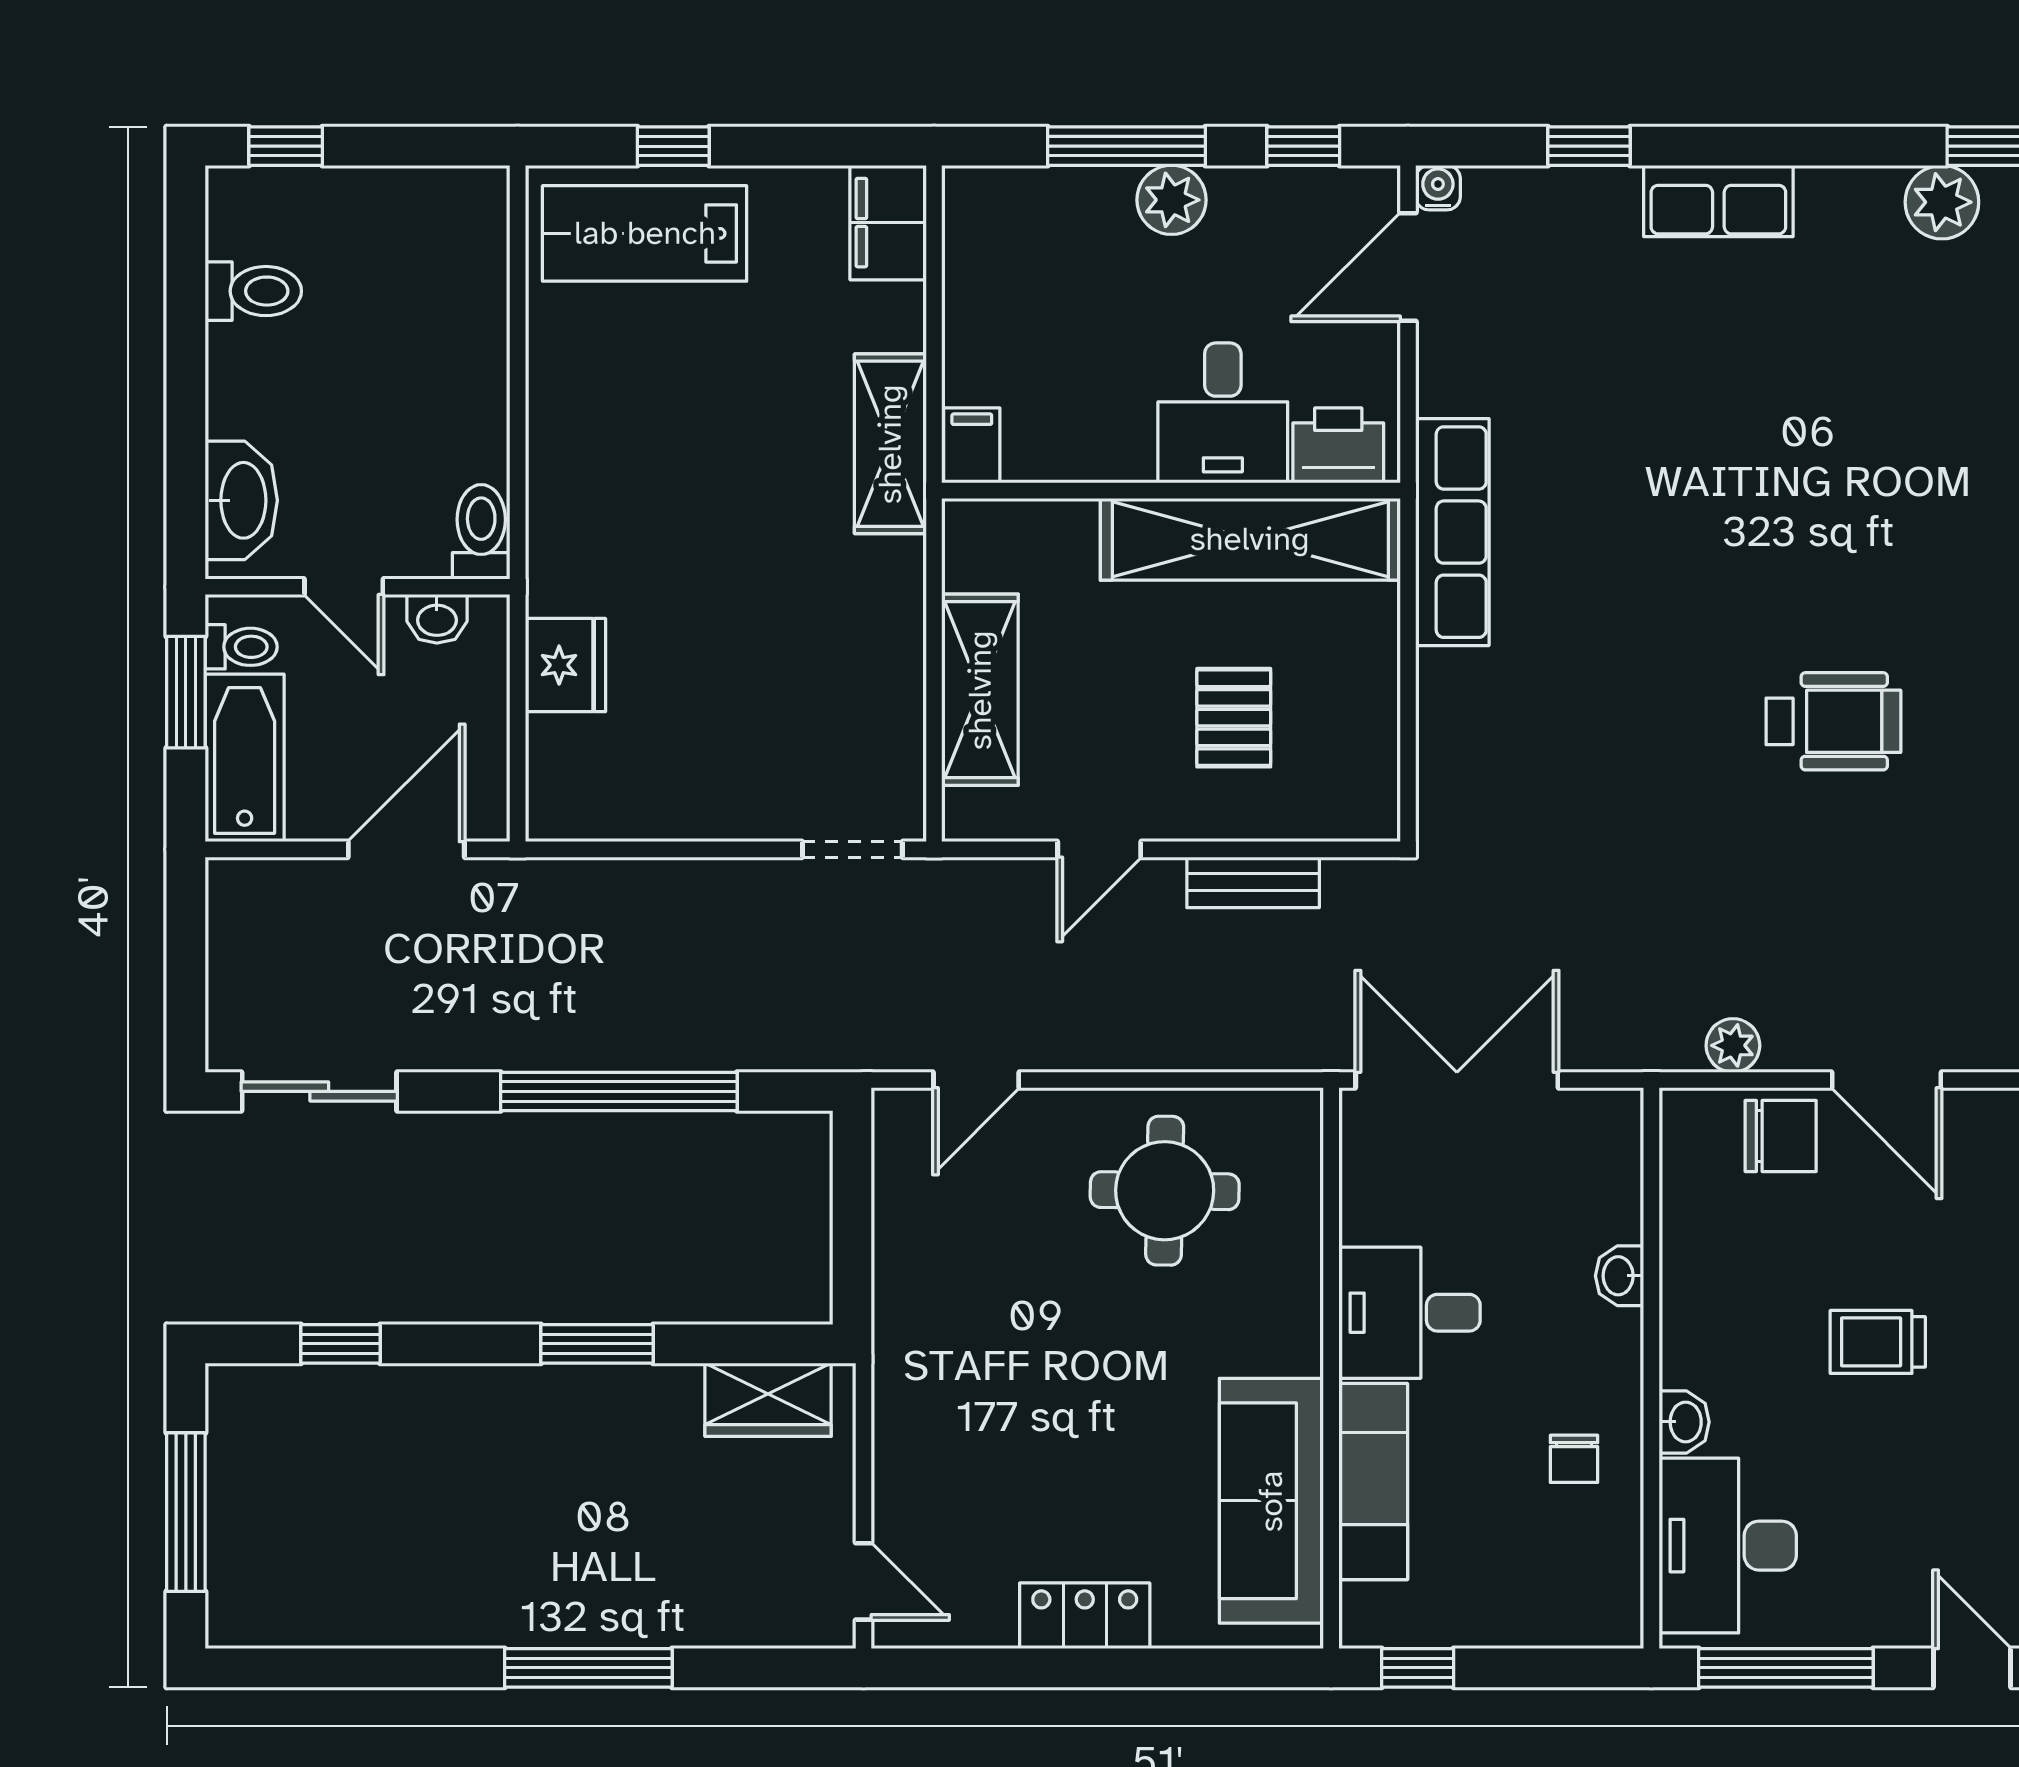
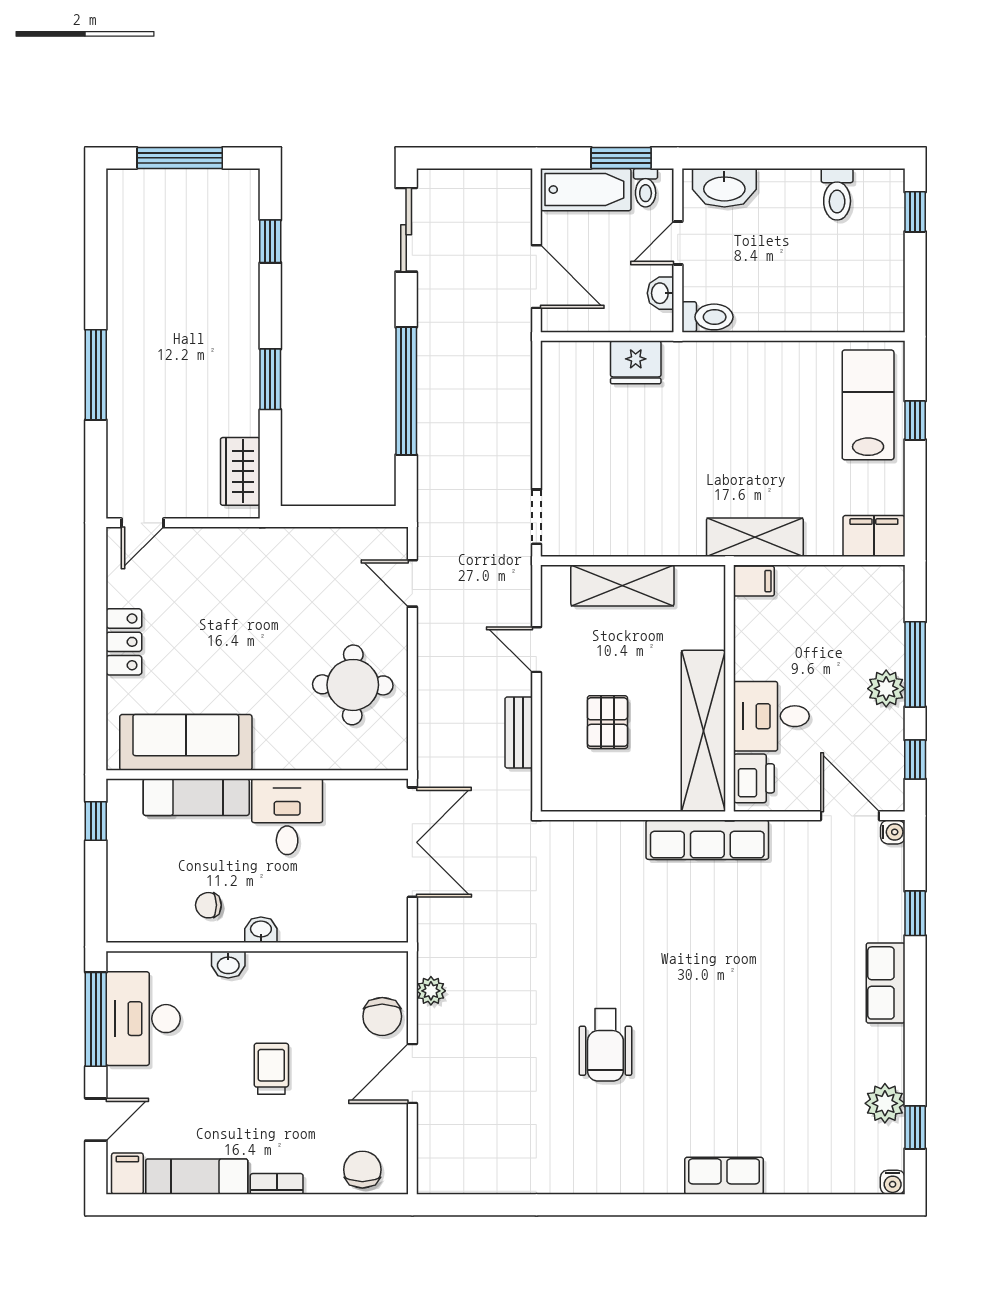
pallet: (1234, 718) -> (607, 722), turned 90
washbasin: (1620, 1276) -> (261, 930), moved
desk: (1728, 1546) -> (143, 1019), moved, turned -90

